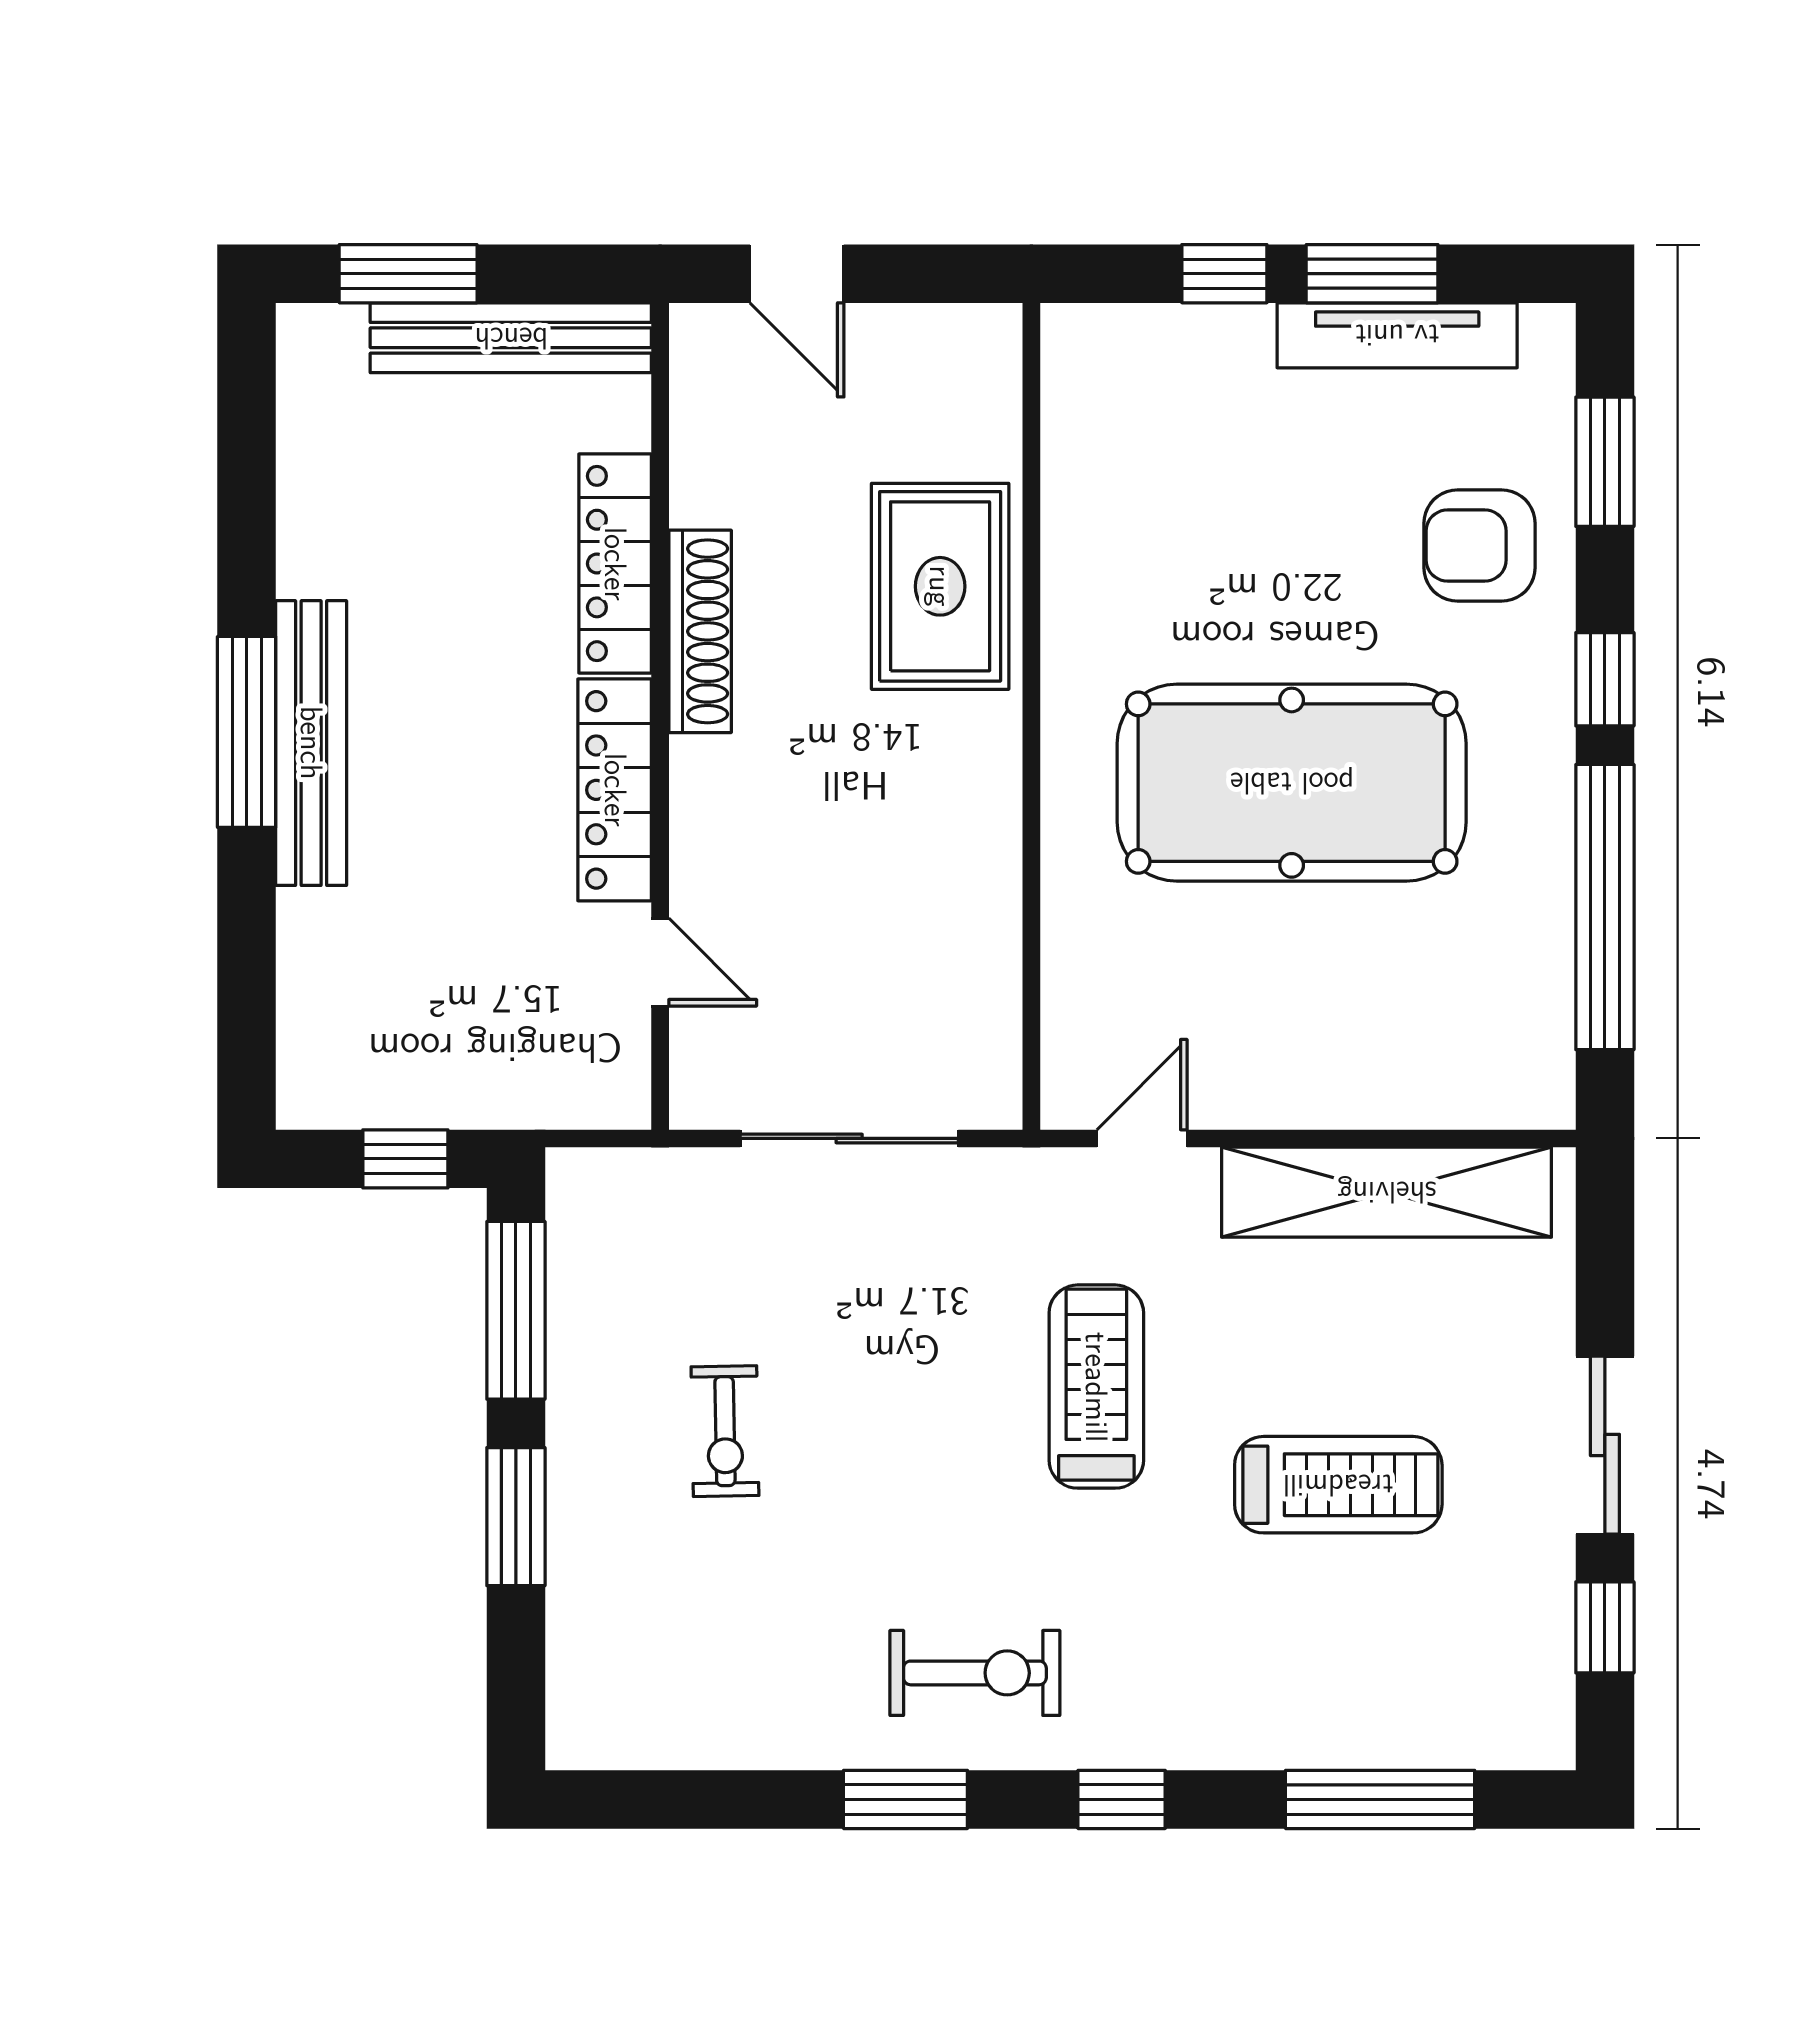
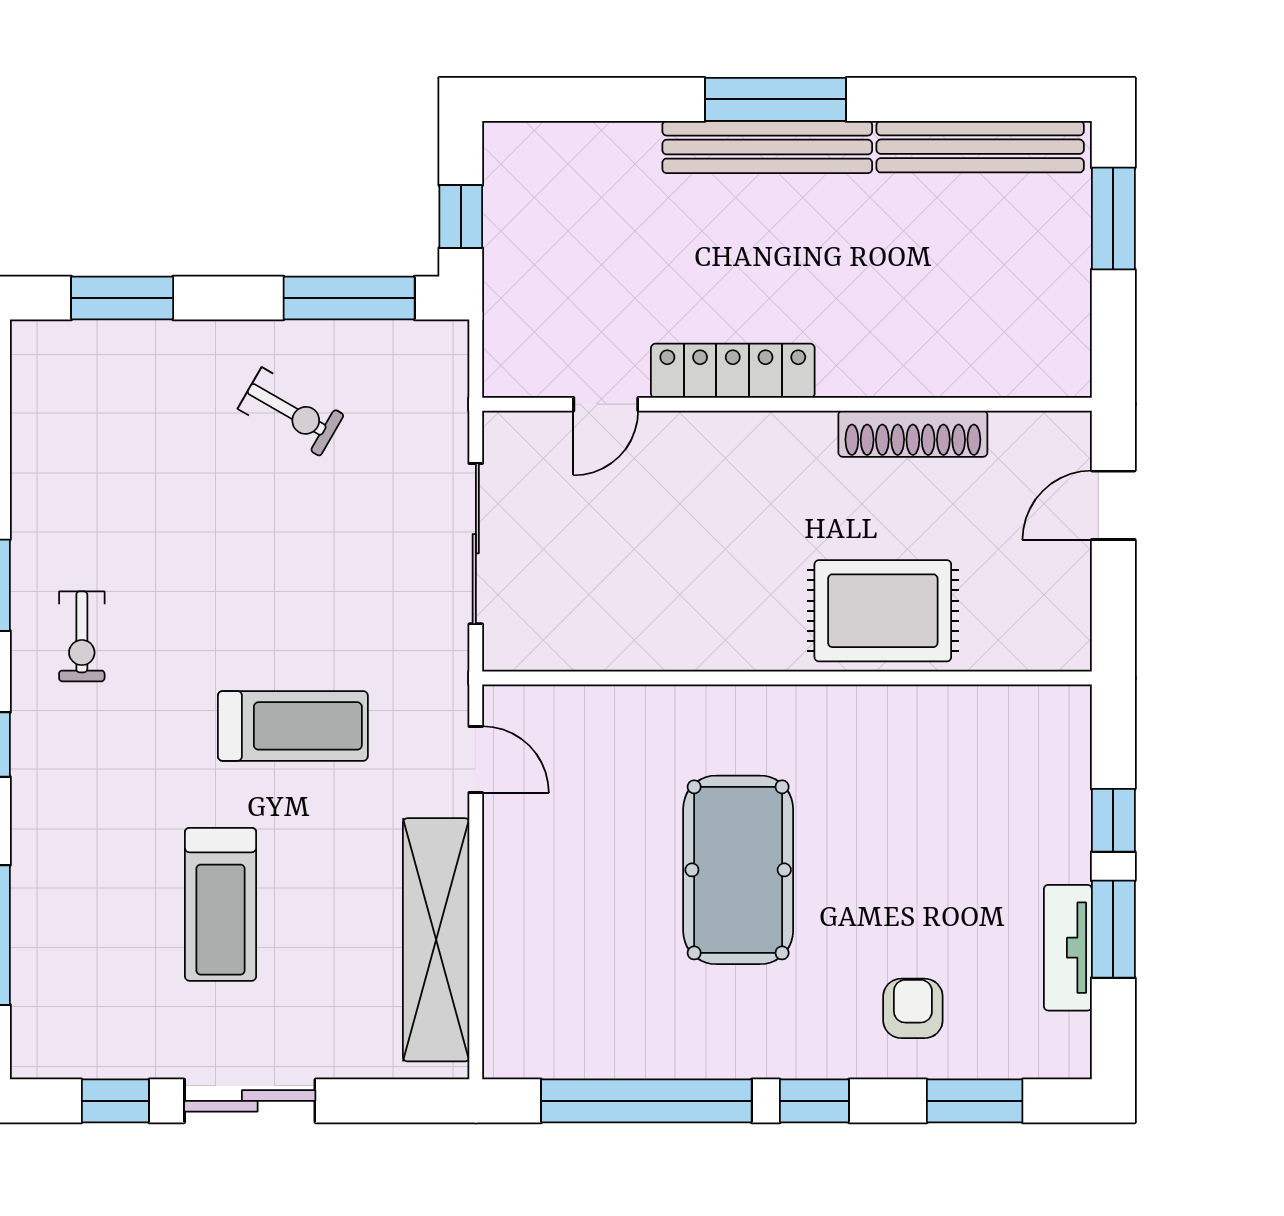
tv unit: (1397, 335) -> (1068, 948), width x0.71
bench: (511, 338) -> (980, 147), moved, turned 90
armchair: (1479, 545) -> (913, 1008), width x0.72, depth x0.72
locker: (615, 564) -> (900, 371), removed
shoe rack: (700, 631) -> (913, 434), moved
pool table: (1292, 783) -> (738, 870), width x0.73, depth x0.76
exercise bike: (725, 1431) -> (291, 412), moved, turned -149
window: (516, 1517) -> (122, 298), moved
exercise bike: (975, 1673) -> (82, 636), width x0.73, depth x0.72

